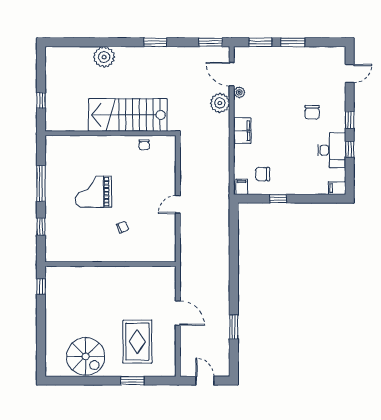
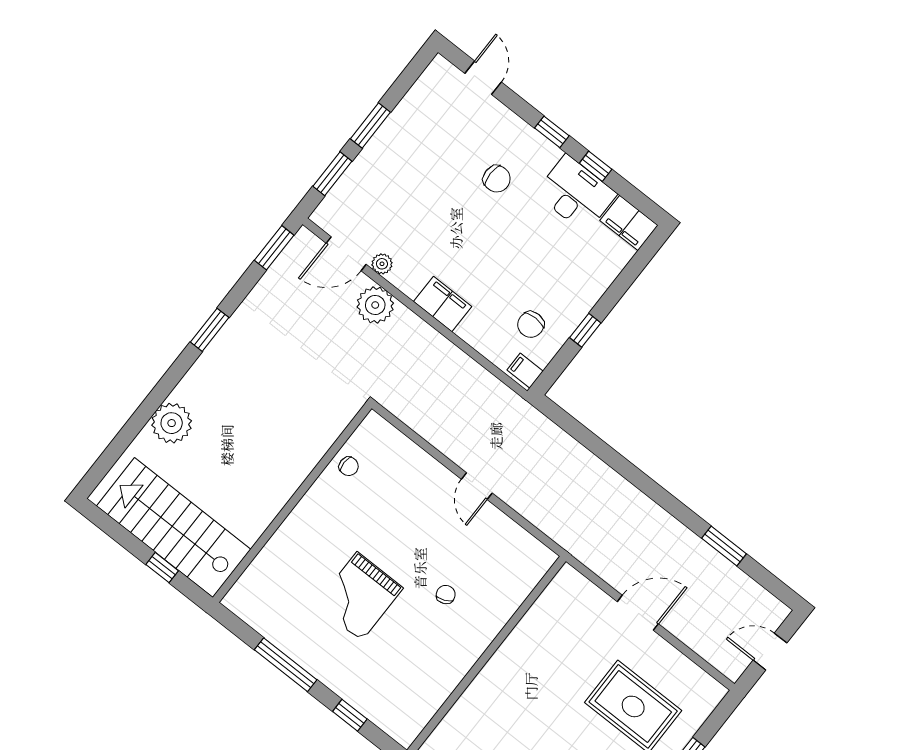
stairs: (128, 115) -> (174, 528), moved, turned 90
filing cabinet: (337, 188) -> (629, 223), width x2.00

